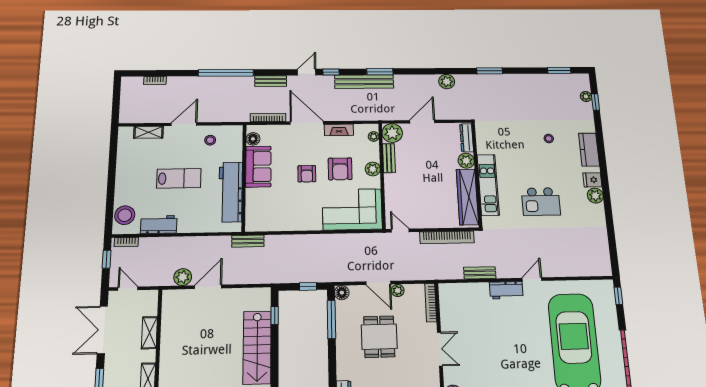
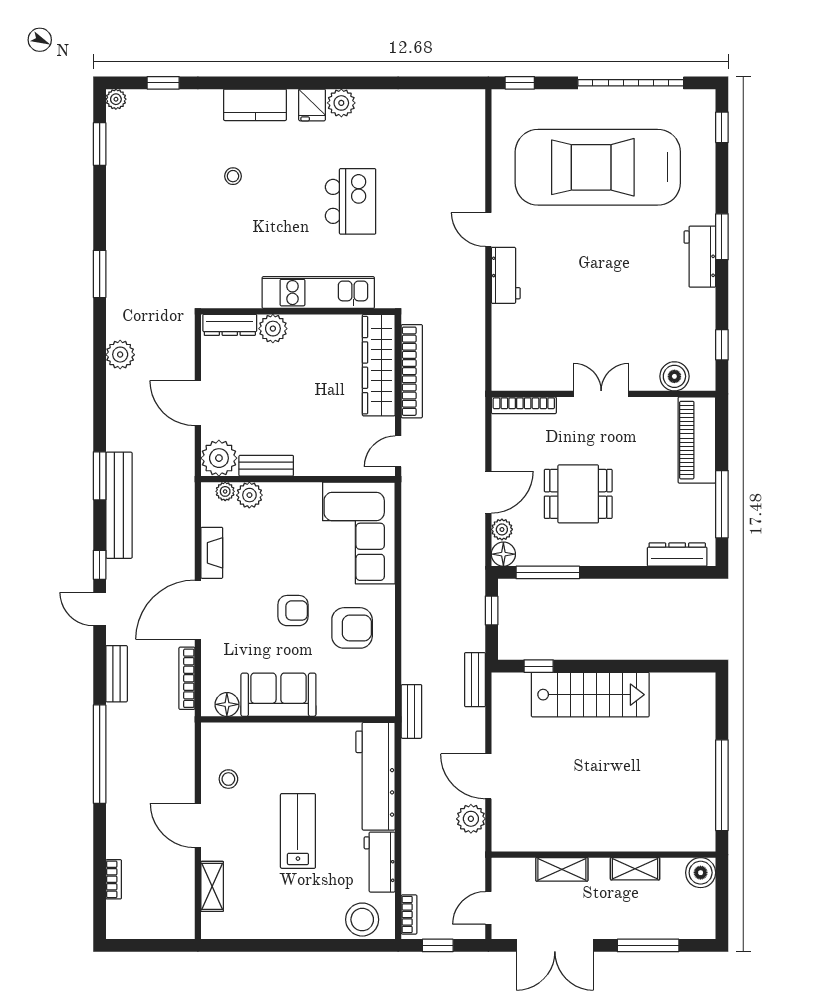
plant: (586, 96) -> (116, 99), moved
armchair: (340, 169) -> (352, 628), moved
plant: (373, 169) -> (249, 495), moved
workbench: (231, 192) -> (376, 776), moved, turned 90
wardrobe: (467, 197) -> (379, 365), moved, turned 90
bench: (480, 273) -> (475, 680), moved
plant: (398, 290) -> (502, 529), moved

